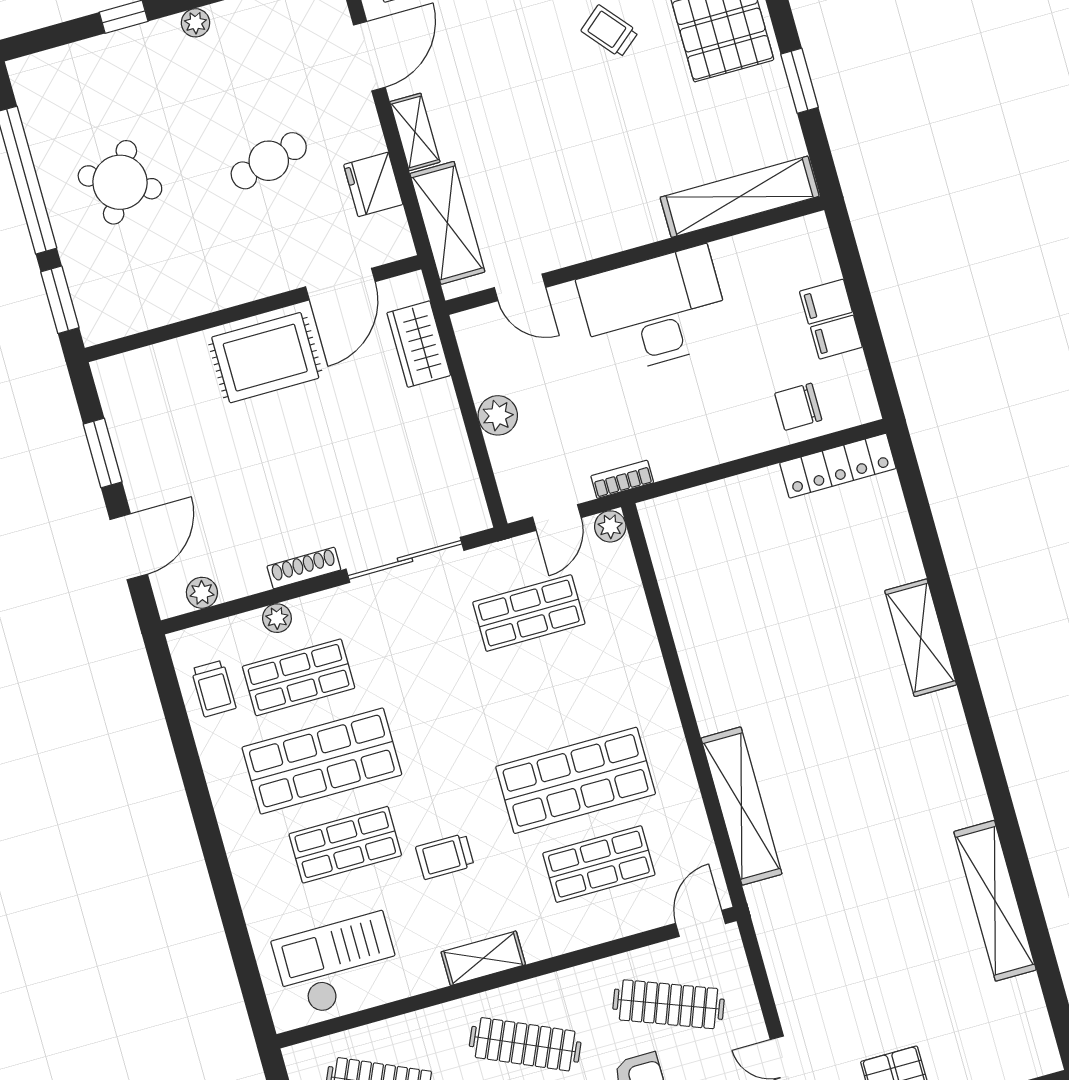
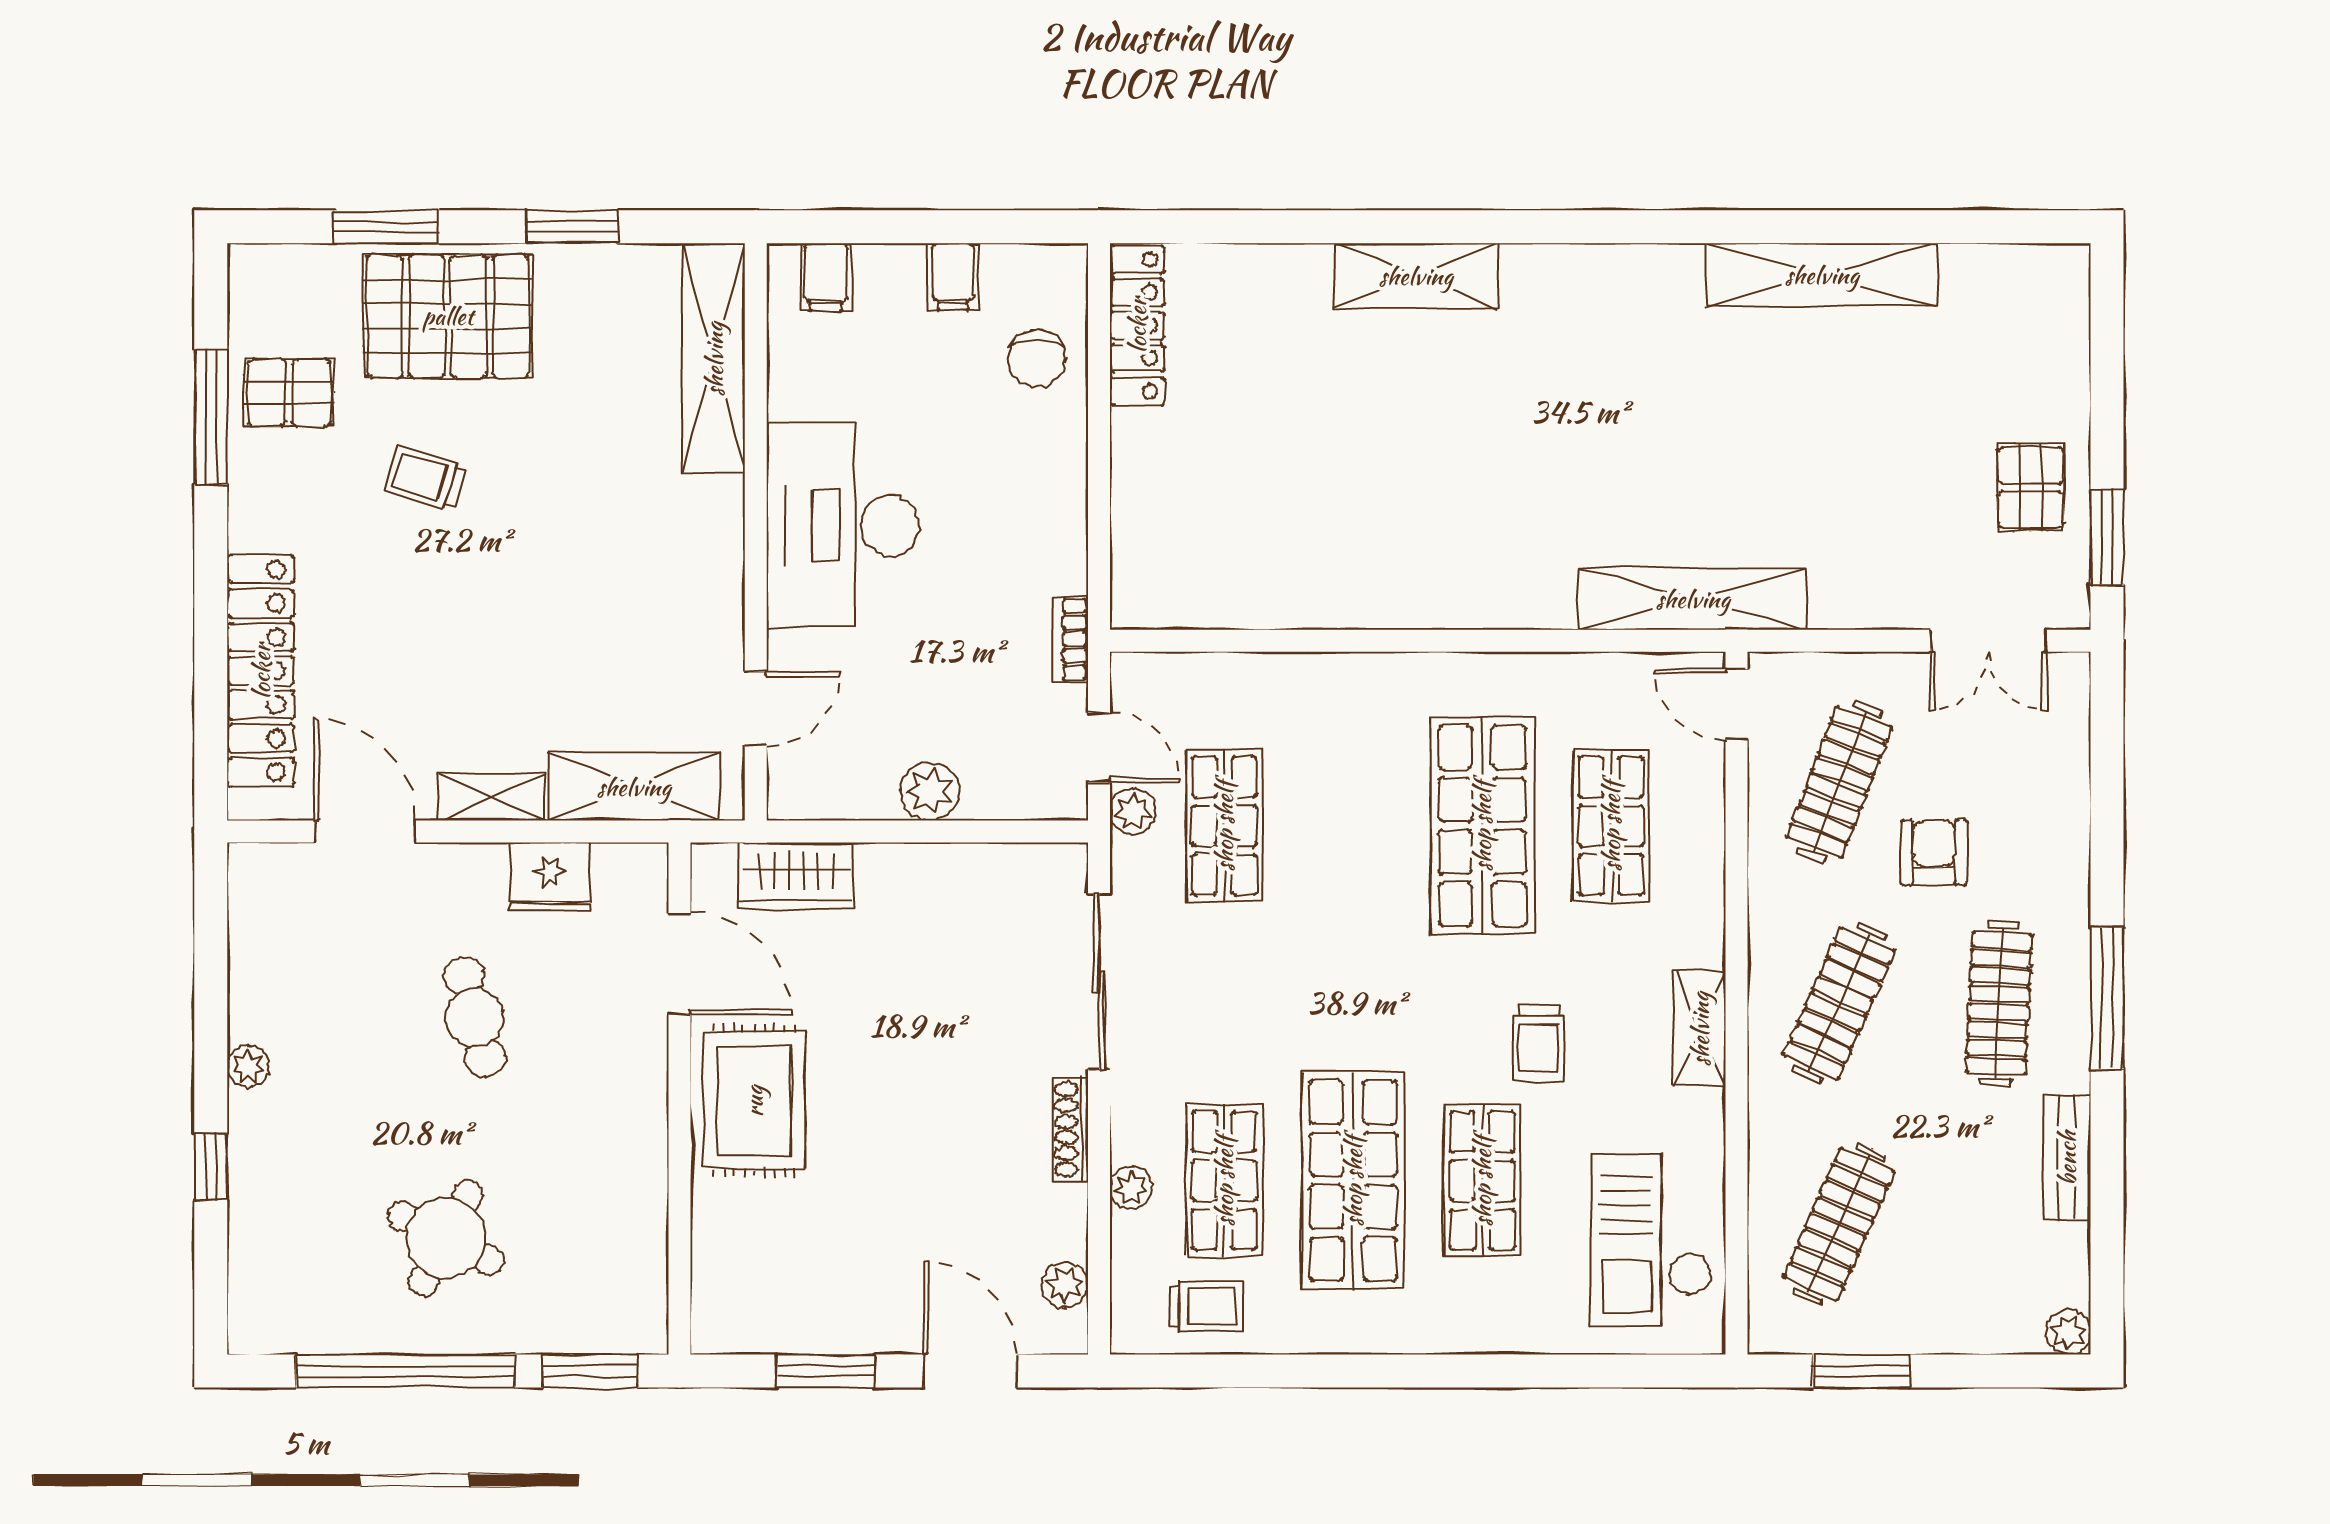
trolley: (610, 31) -> (425, 478), turned 57
filing cabinet: (826, 302) -> (826, 277), moved
plant: (610, 526) -> (1133, 812), moved
shelving: (741, 806) -> (1693, 599), moved

